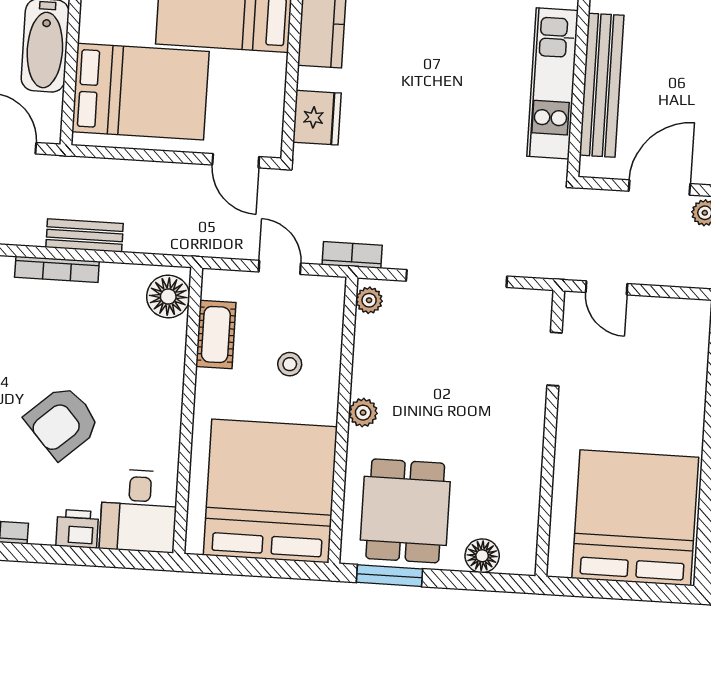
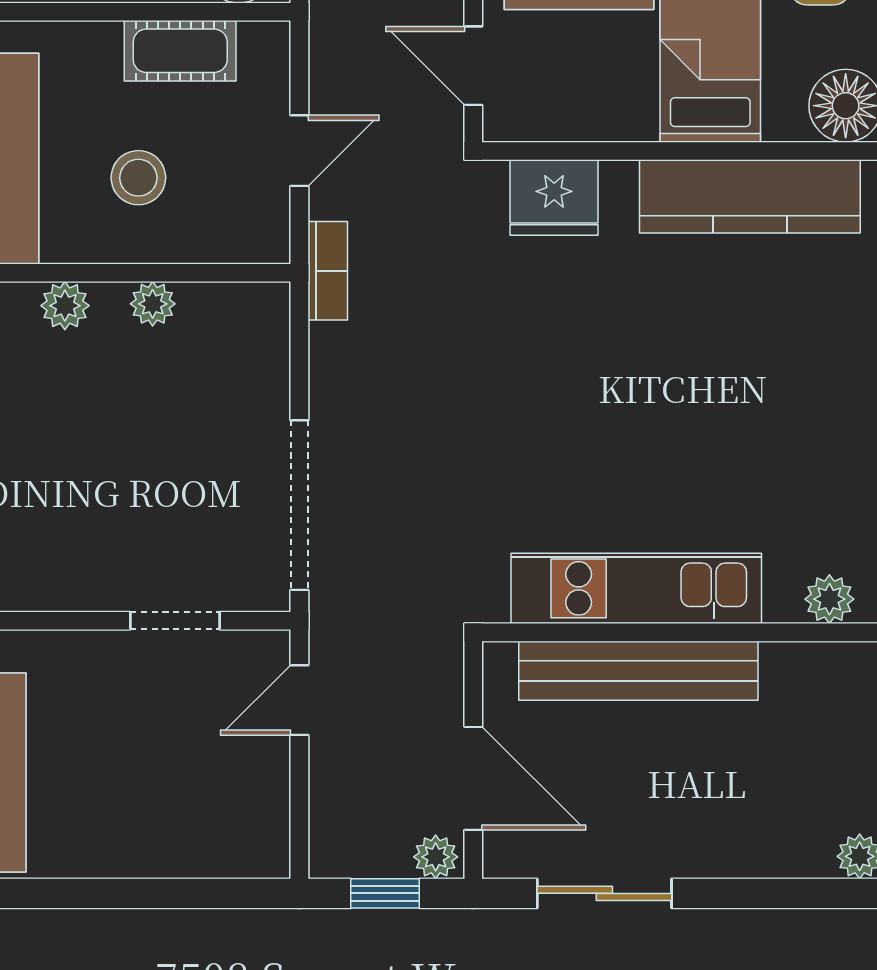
door: (236, 161) -> (473, 66), hinge flipped
doorway: (457, 279) -> (299, 505), moved
plant: (369, 300) -> (153, 304), moved
stool: (290, 364) -> (138, 178), width x1.37, depth x1.37

